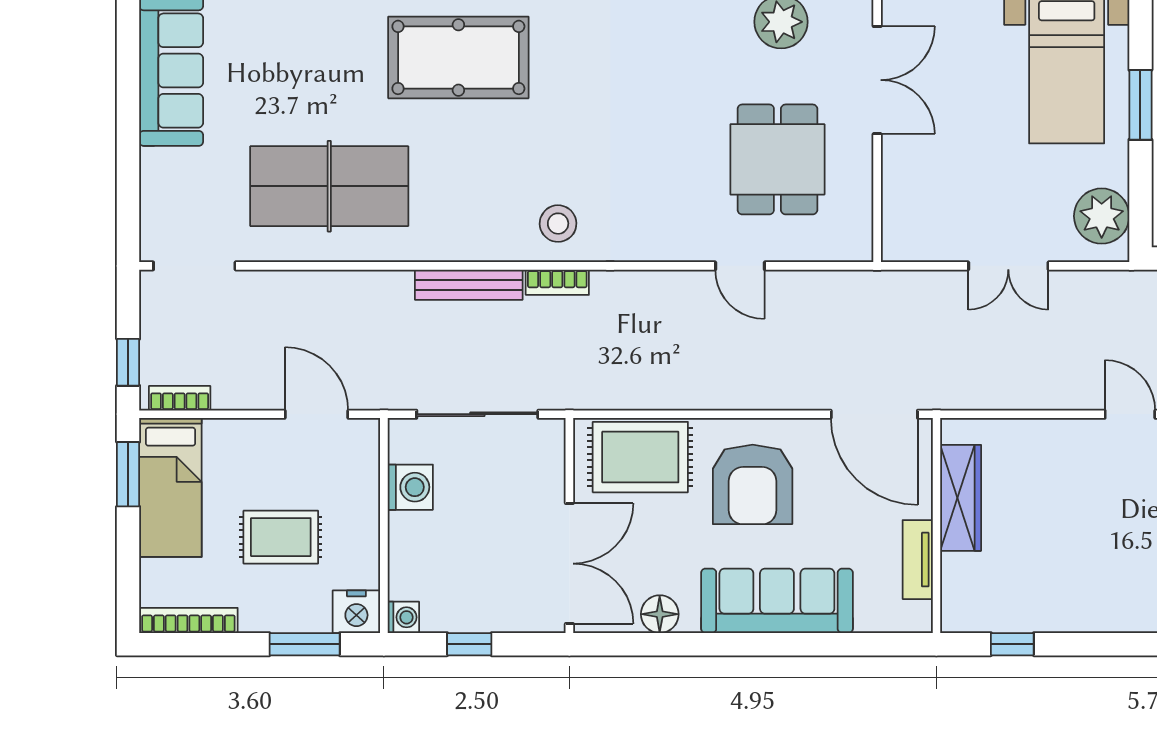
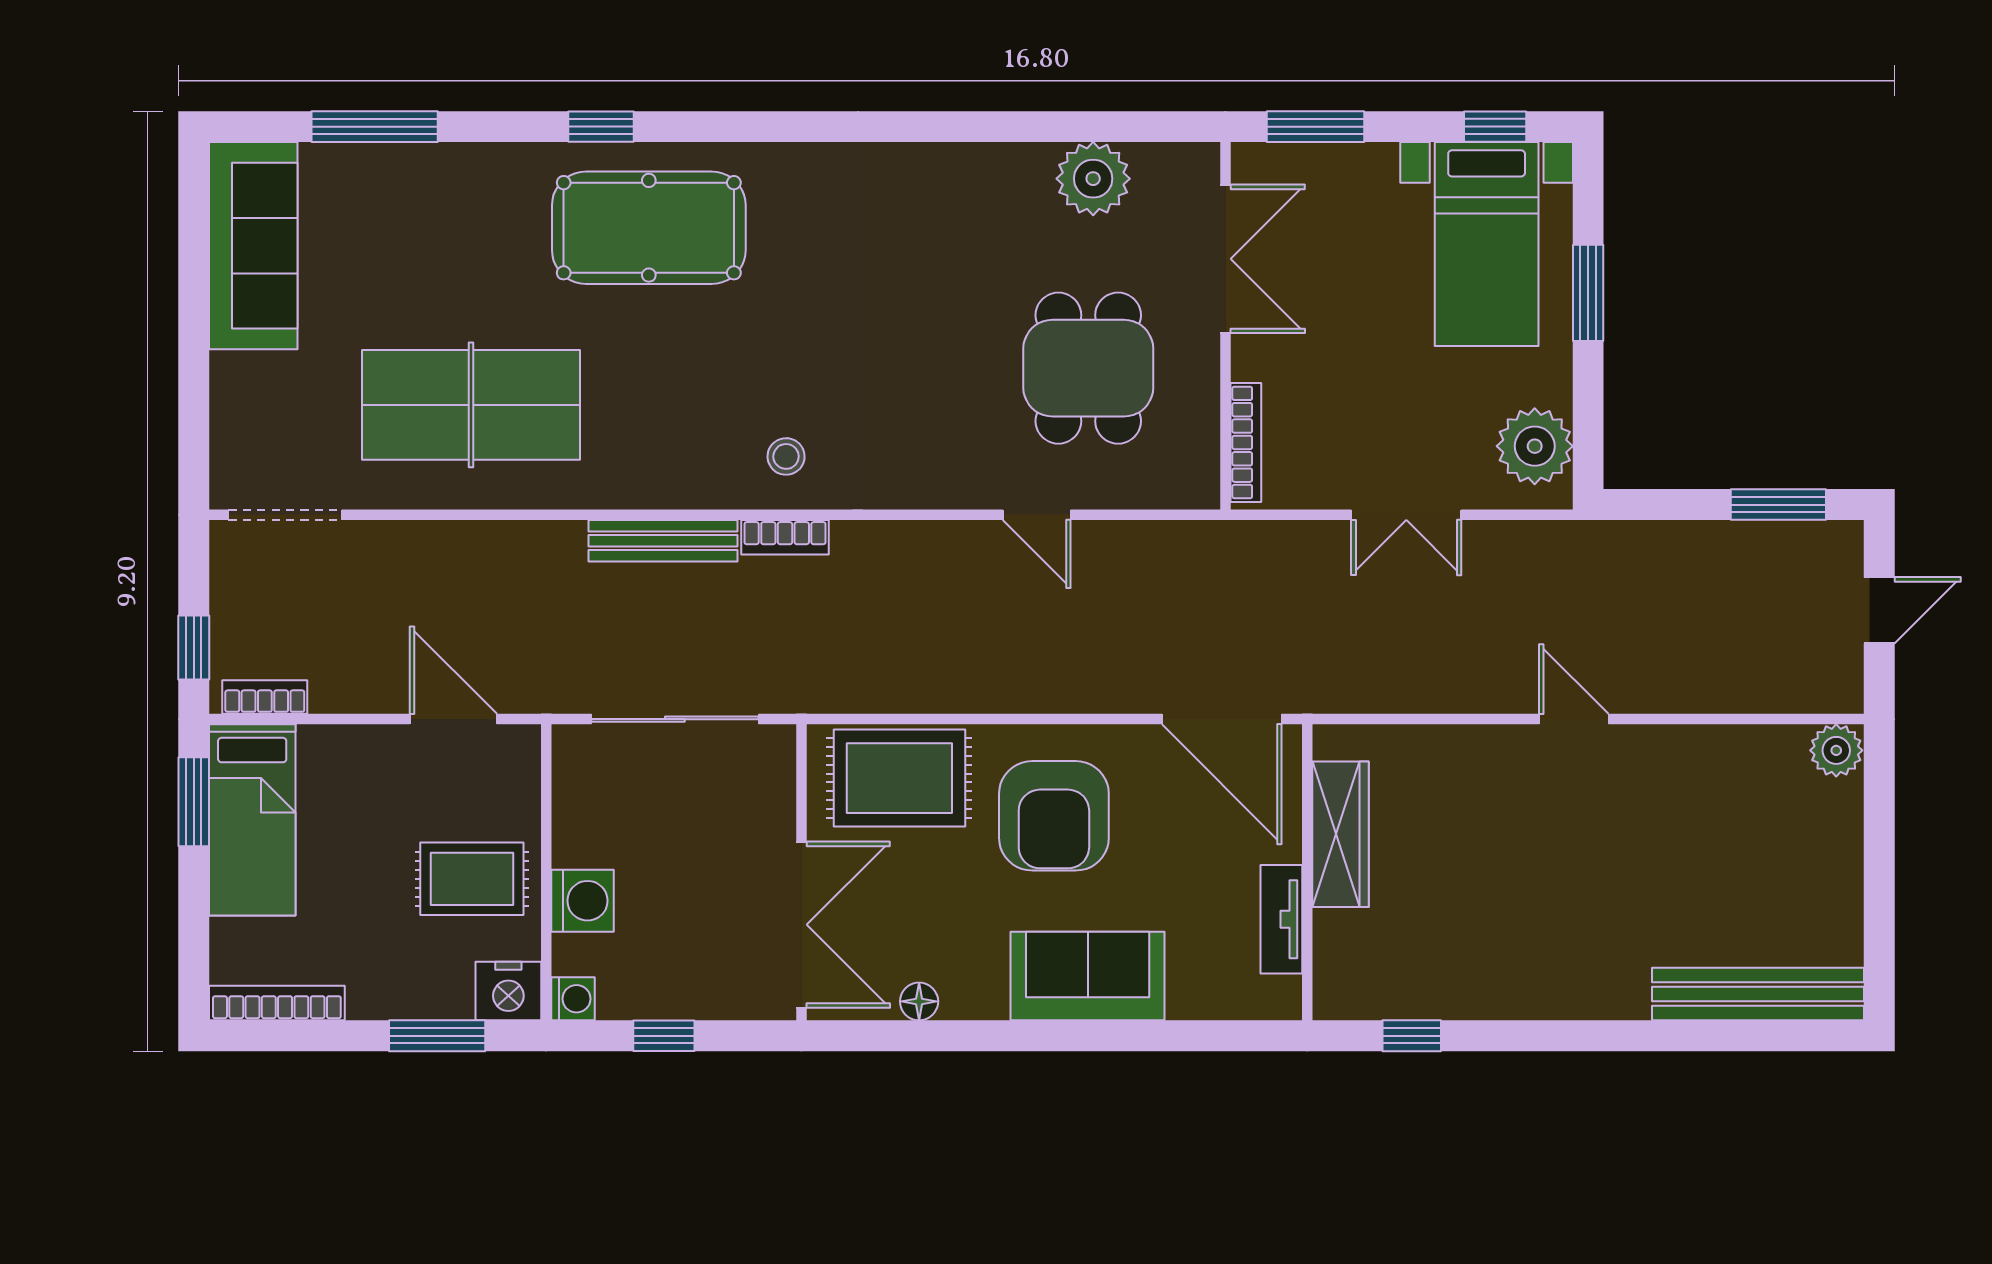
bookcase: (892, 213) -> (1246, 442), added
stool: (558, 224) -> (786, 456), width x0.73, depth x0.73
washing machine: (410, 487) -> (582, 901), moved
rug: (281, 537) -> (472, 879), moved
sofa: (777, 601) -> (1088, 976), width x0.73
floor lamp: (660, 614) -> (919, 1001), width x0.73, depth x0.73

